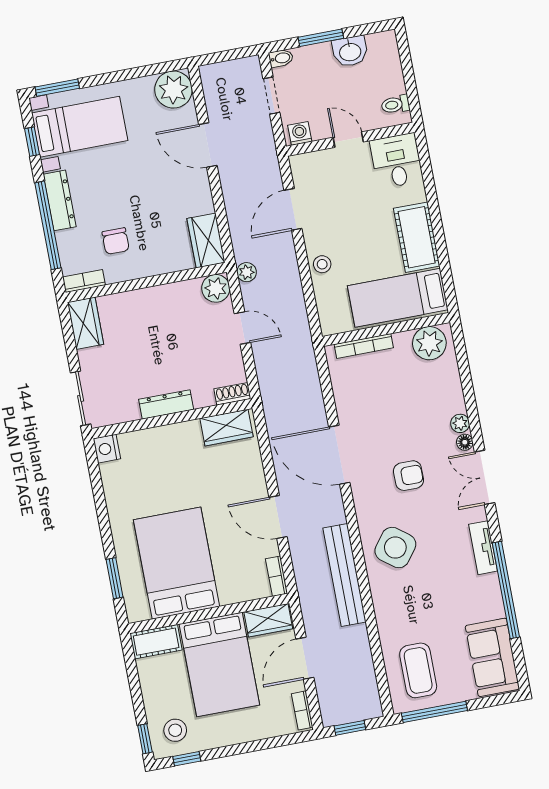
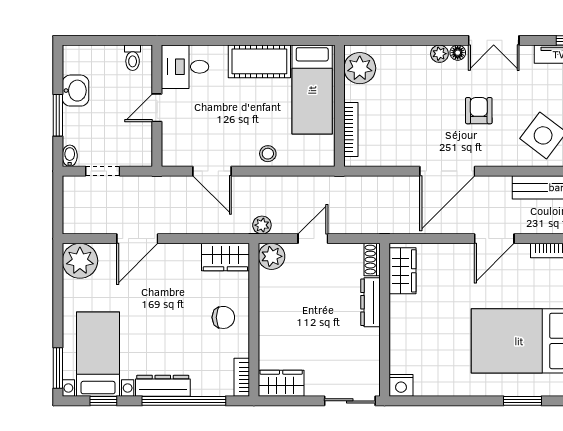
washing machine: (300, 133) -> (143, 152), removed
chair: (116, 241) -> (223, 317), moved
dresser: (166, 404) -> (370, 302), moved

